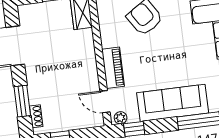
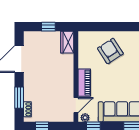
door: (105, 102) -> (76, 105), swing flipped

